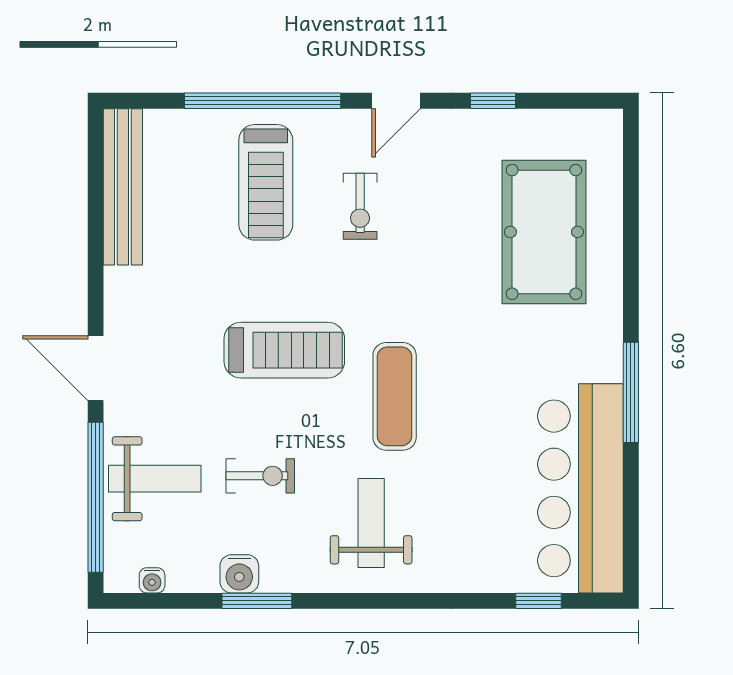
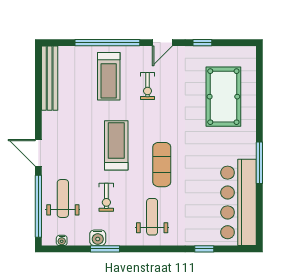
treadmill: (284, 350) -> (116, 145), turned -90
exercise bike: (260, 476) -> (106, 197), turned 90
weight bench: (155, 479) -> (63, 198), turned -90
window: (538, 601) -> (204, 249), moved

